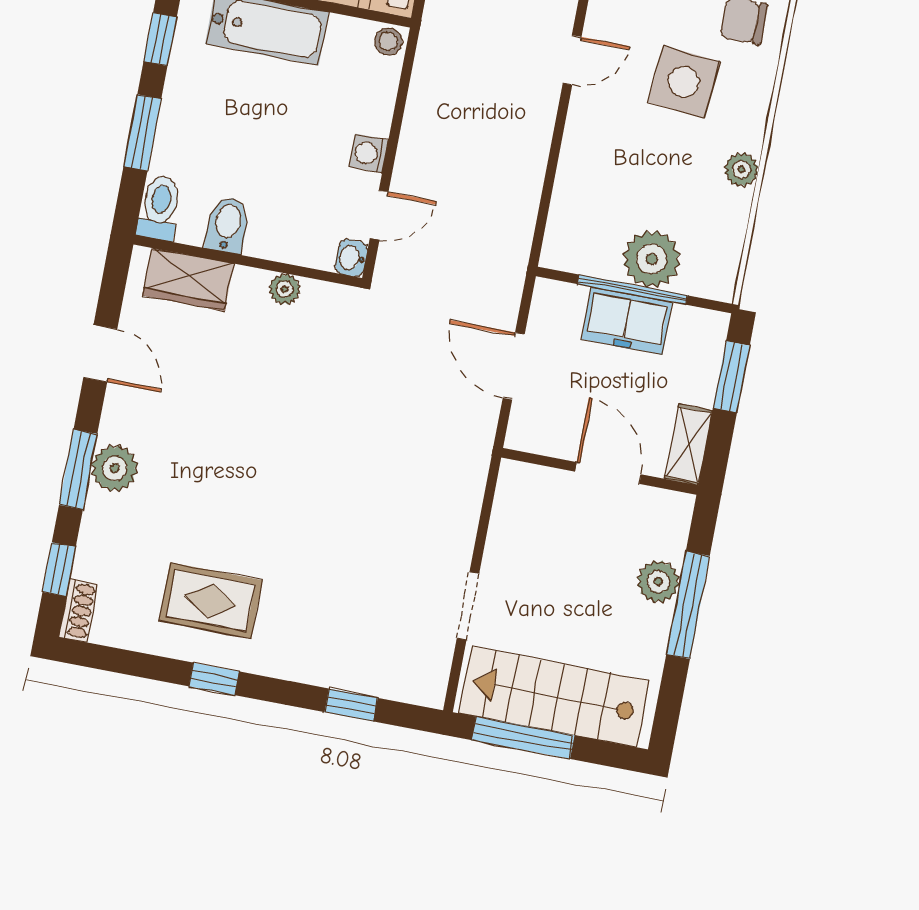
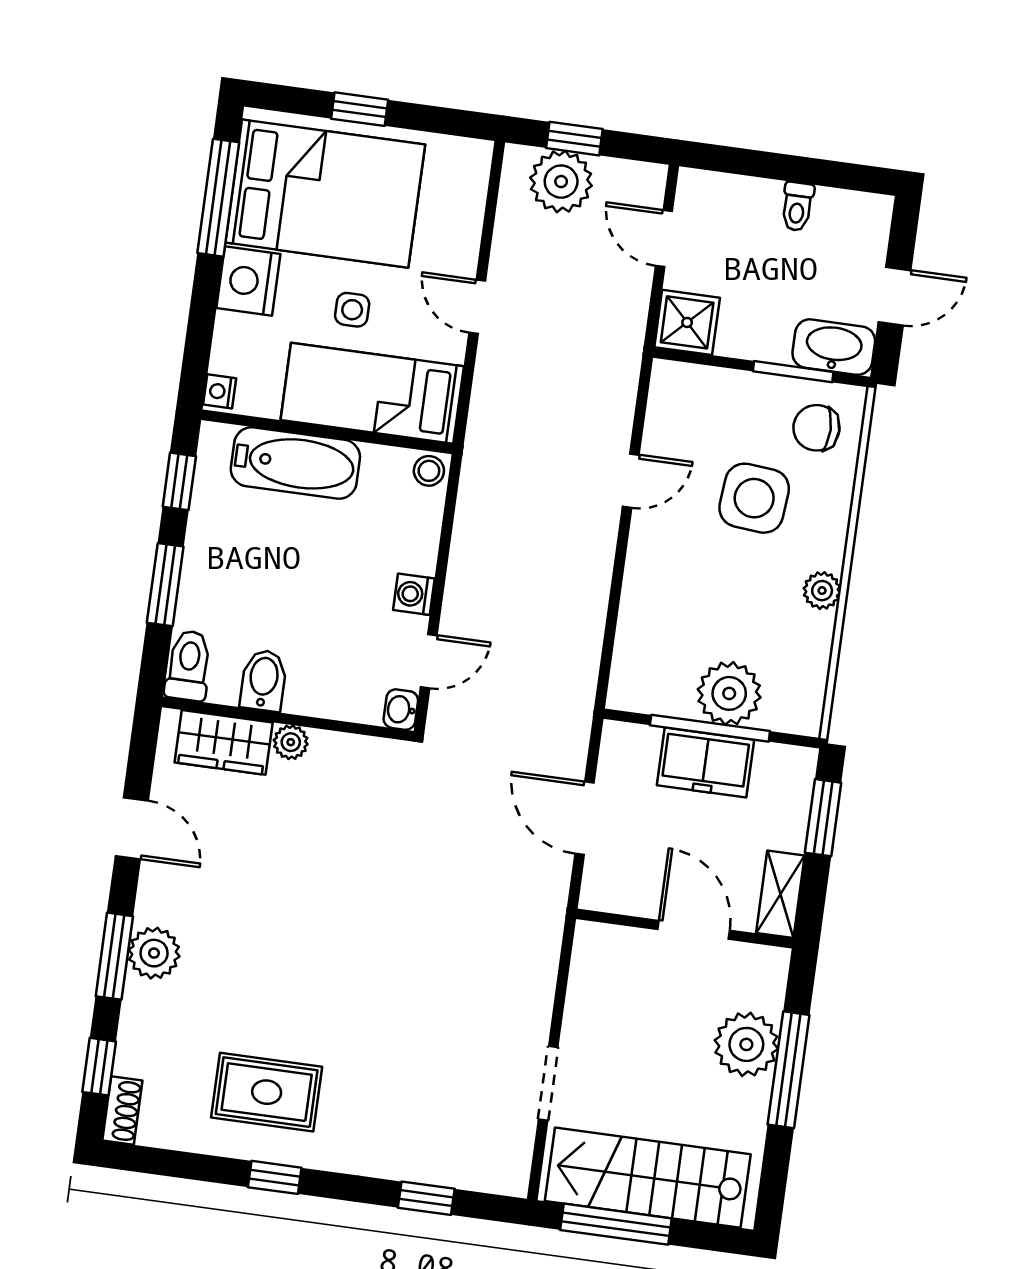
plant: (285, 289) -> (291, 742), moved
plant: (658, 581) -> (746, 1044), width x1.36, depth x1.36

